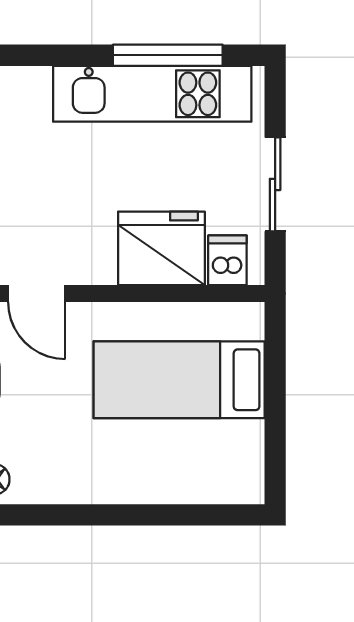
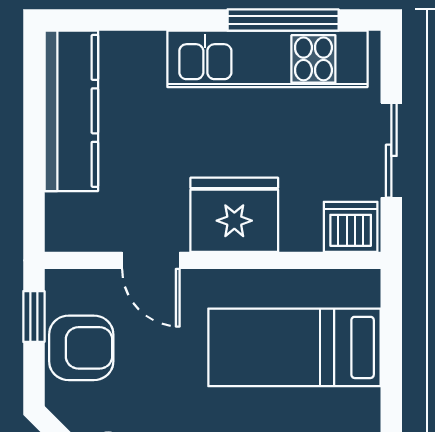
fridge: (161, 248) -> (234, 215), moved
dishwasher: (227, 260) -> (351, 227), width x1.38

